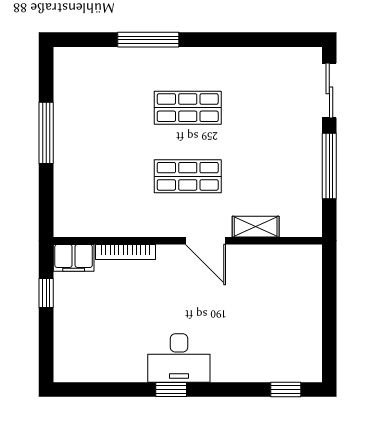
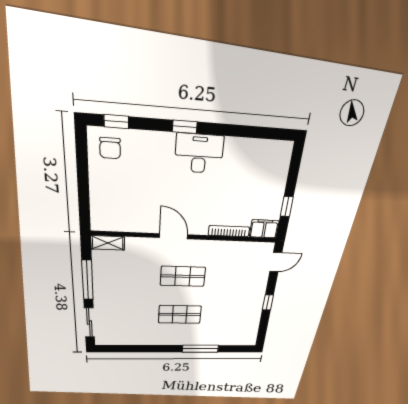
window: (46, 133) -> (268, 302), width x0.46
door: (46, 205) -> (276, 262), added
shelving: (256, 227) -> (108, 243), moved
chair: (294, 357) -> (110, 148), added
window: (171, 389) -> (185, 127), moved

